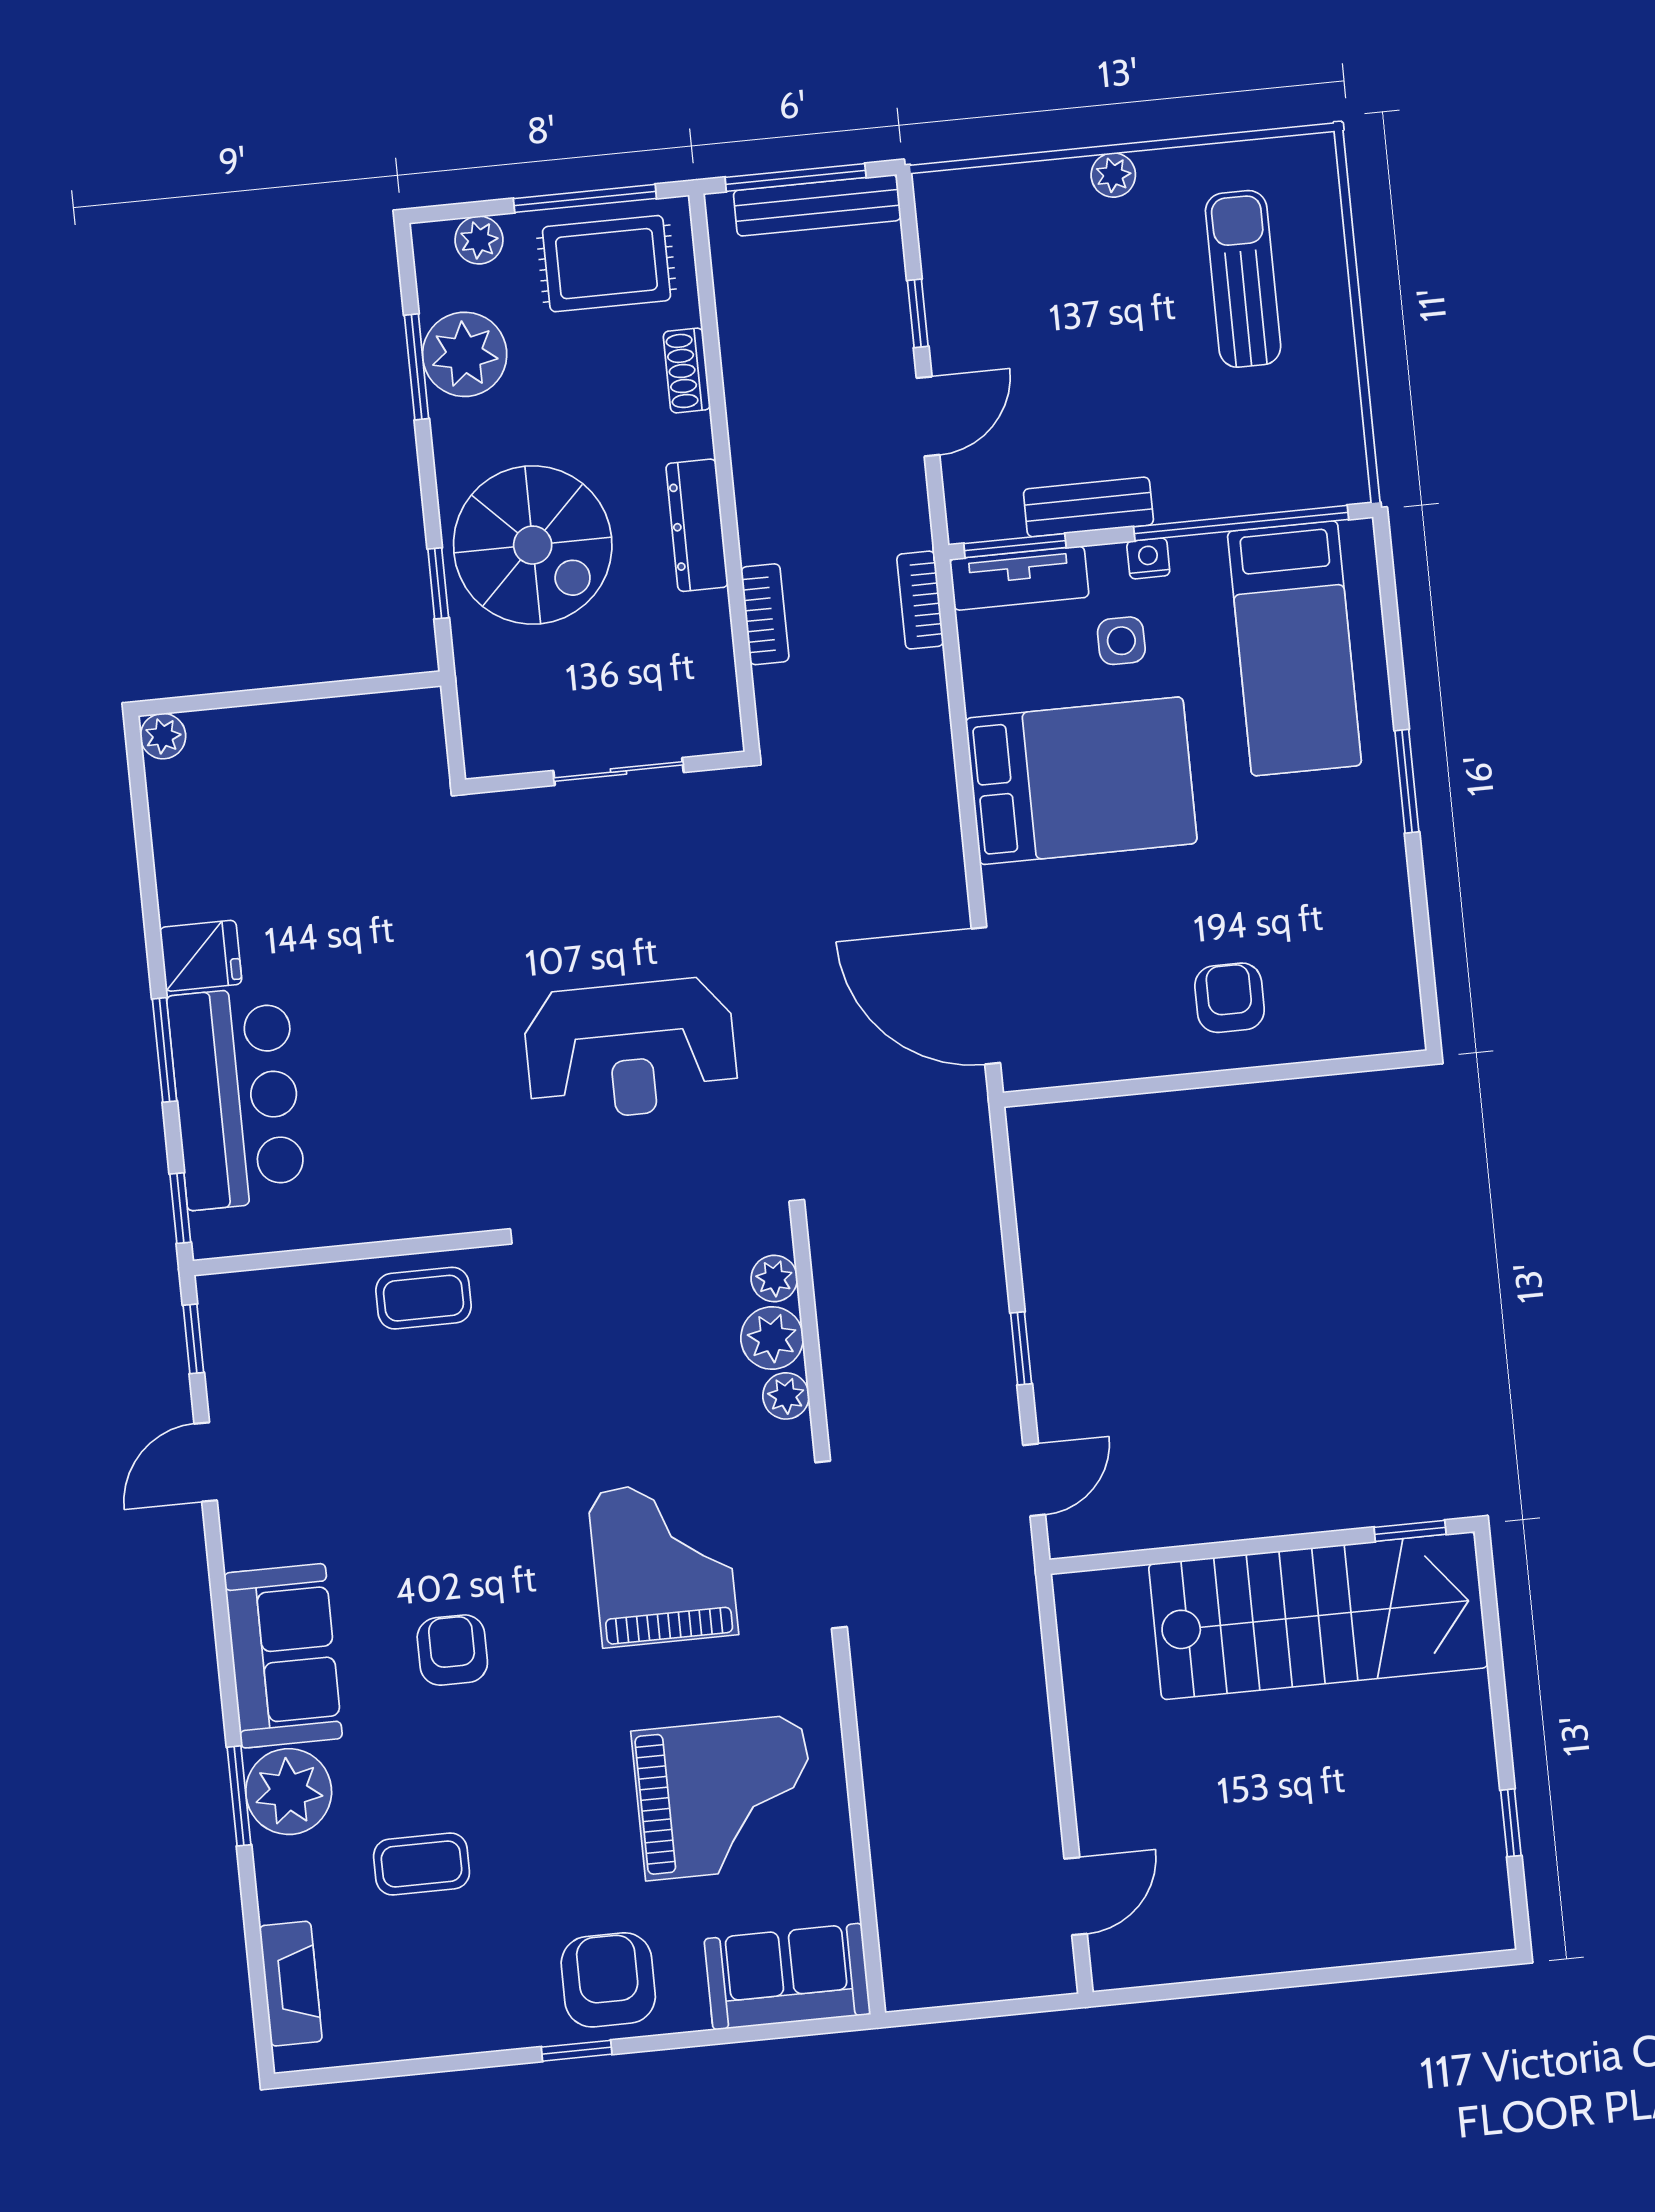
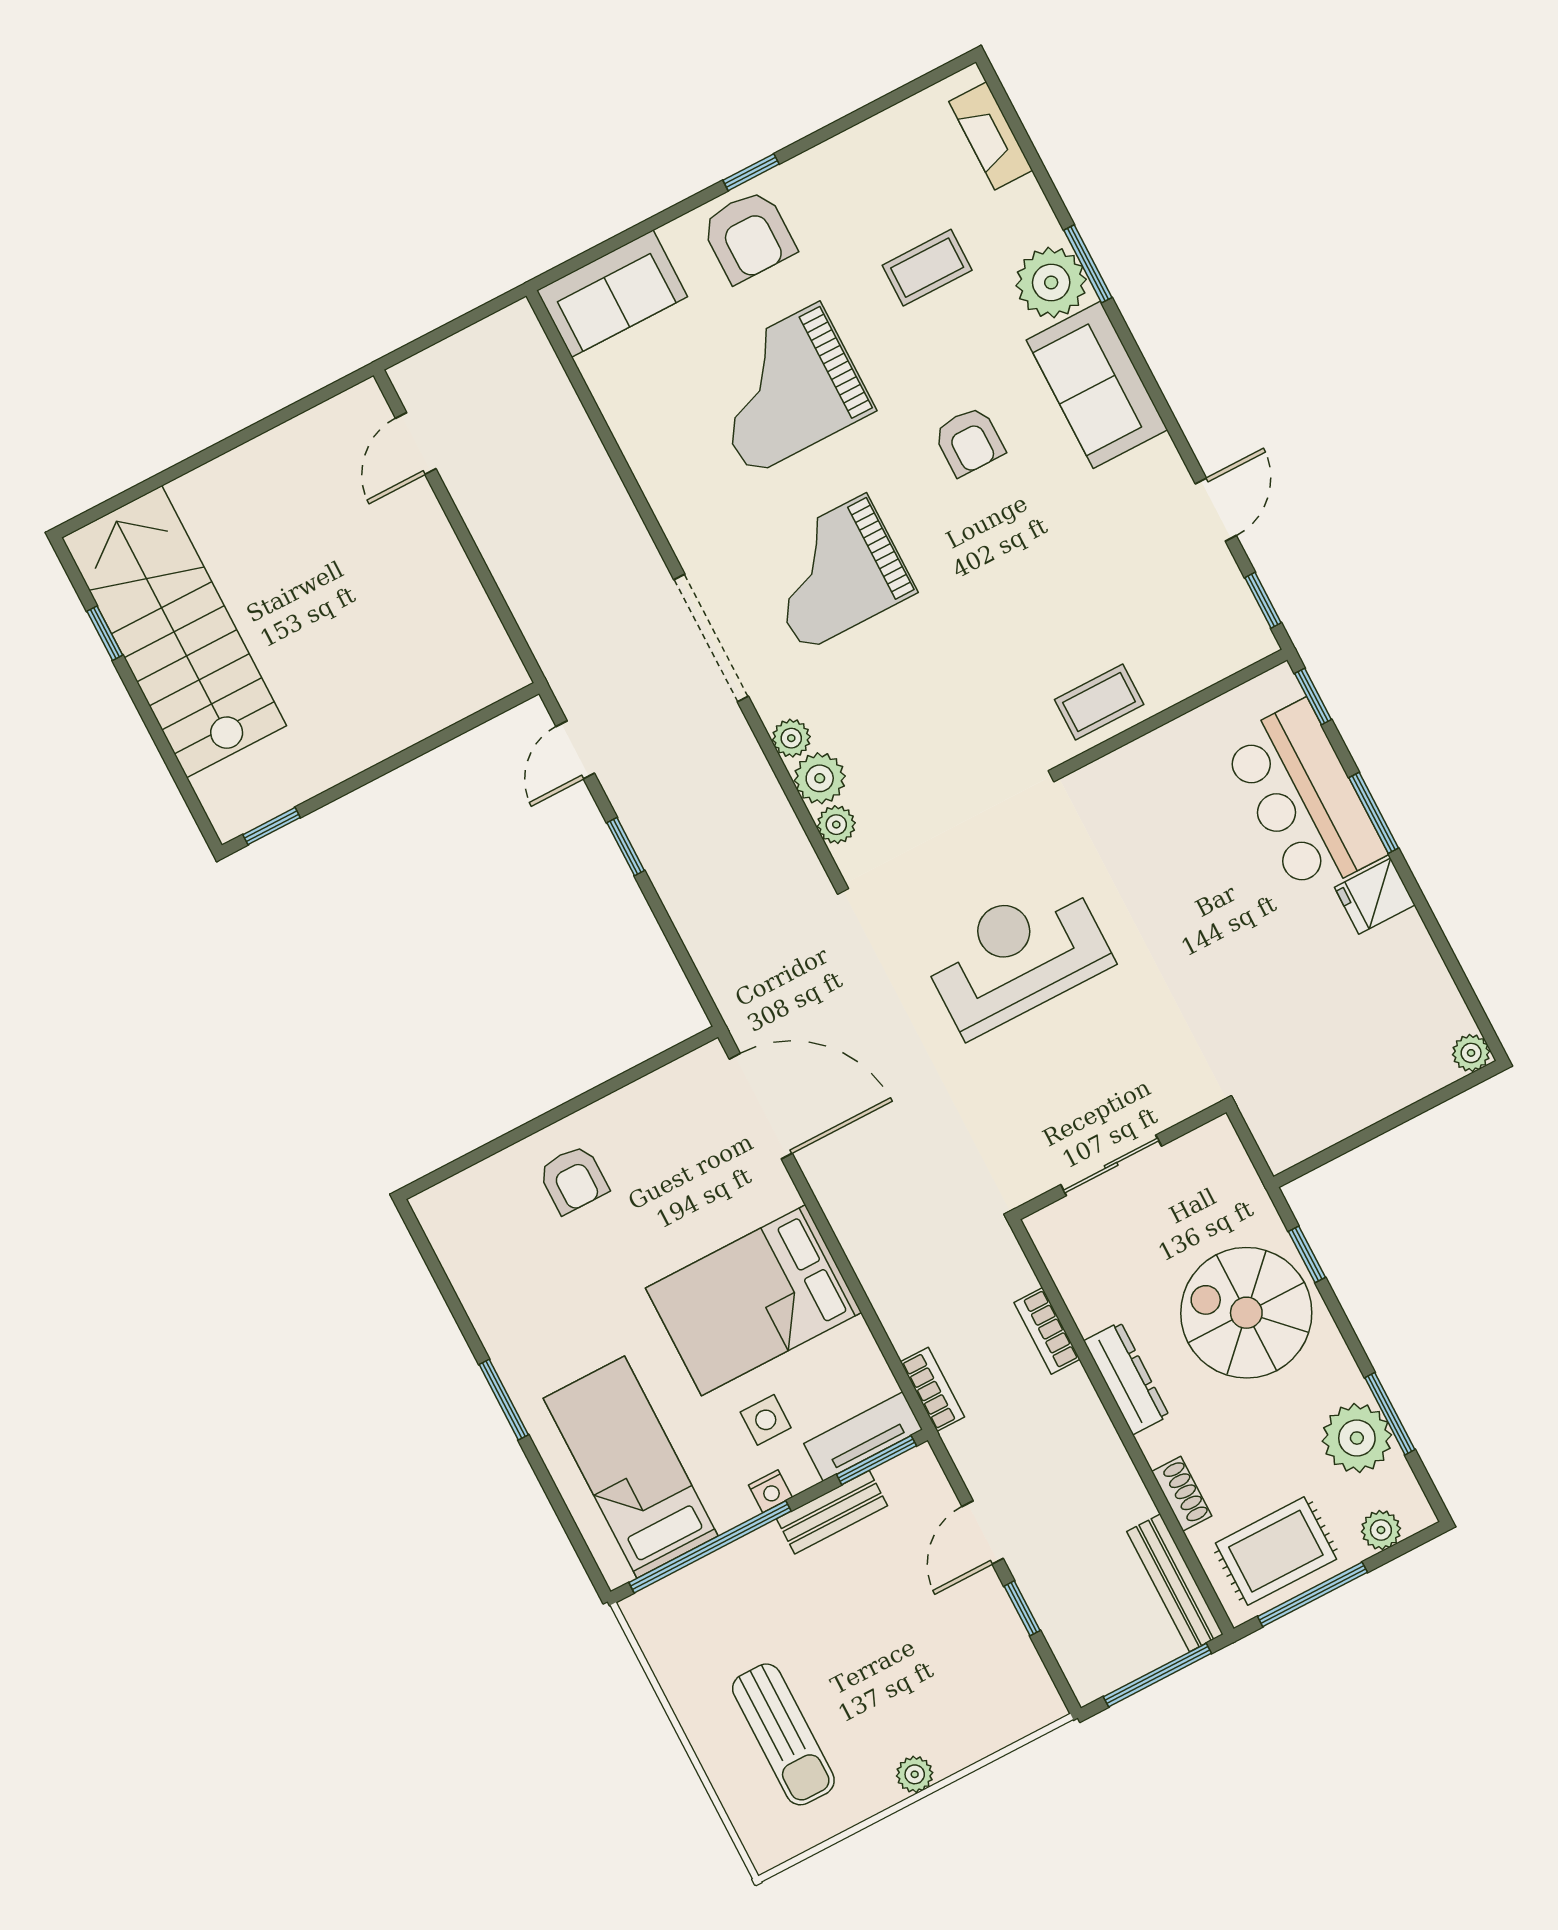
bench: (817, 205) -> (1175, 1583), moved, turned 90
grand piano: (663, 1563) -> (834, 573), turned 90
stairs: (1318, 1616) -> (174, 632), moved, turned 90
grand piano: (725, 1797) -> (785, 389), moved

